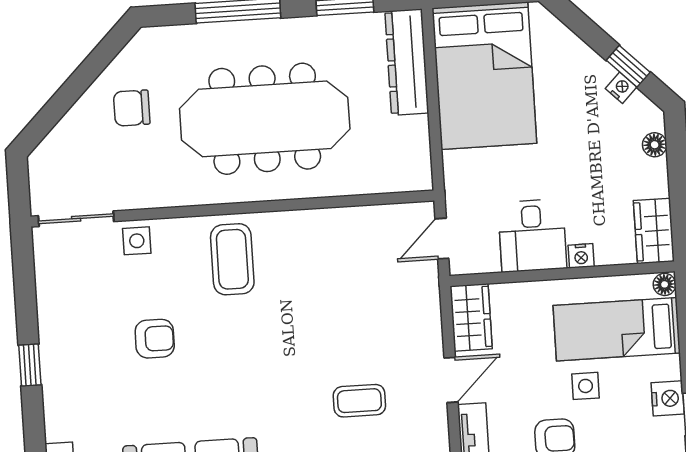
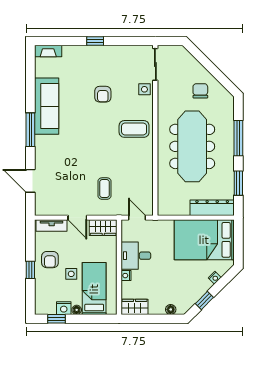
nightstand: (621, 88) -> (215, 278), moved
floor lamp: (665, 284) -> (77, 310), moved
coffee table: (359, 401) -> (104, 189), moved

